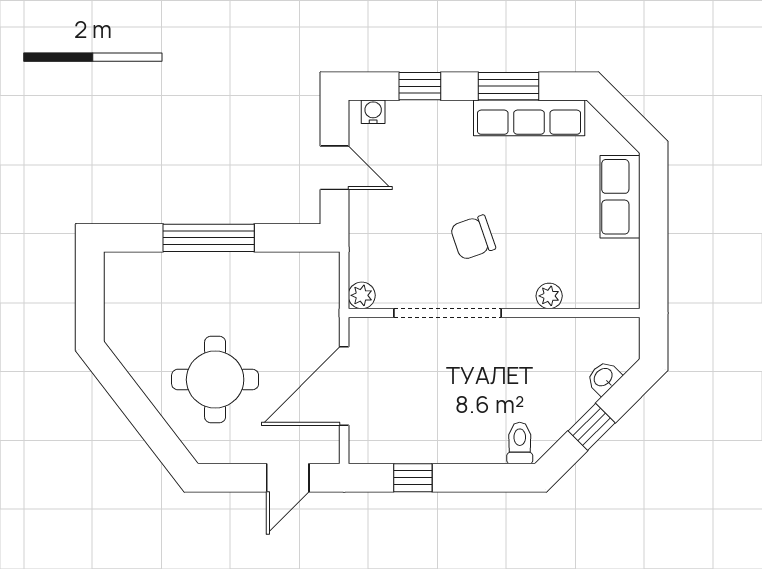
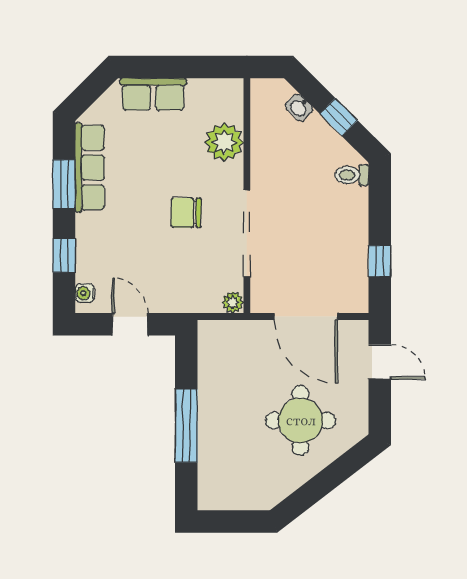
door: (334, 168) -> (130, 324), hinge flipped
chair: (473, 237) -> (186, 213), turned 109
plant: (549, 296) -> (224, 142), width x1.88, depth x1.88

